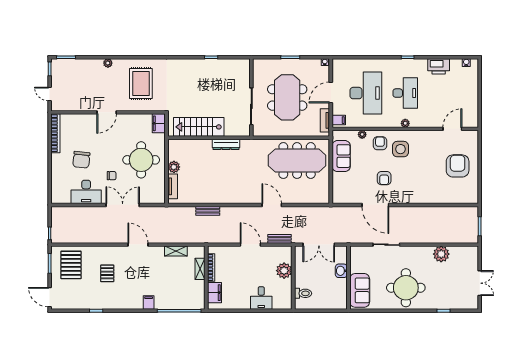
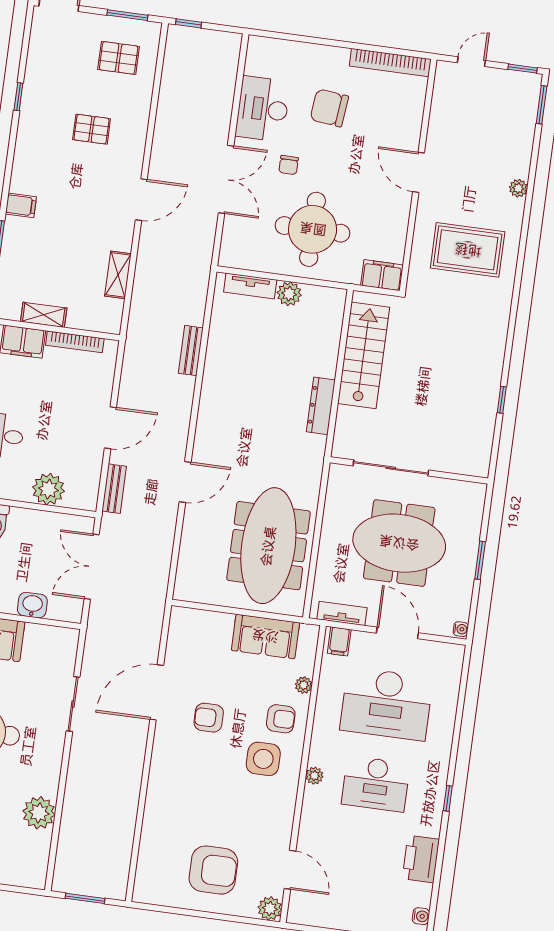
plant: (472, 136) -> (270, 908), added
pallet: (71, 265) -> (119, 58), width x0.67, depth x0.71
shelving: (200, 269) -> (44, 315), moved

